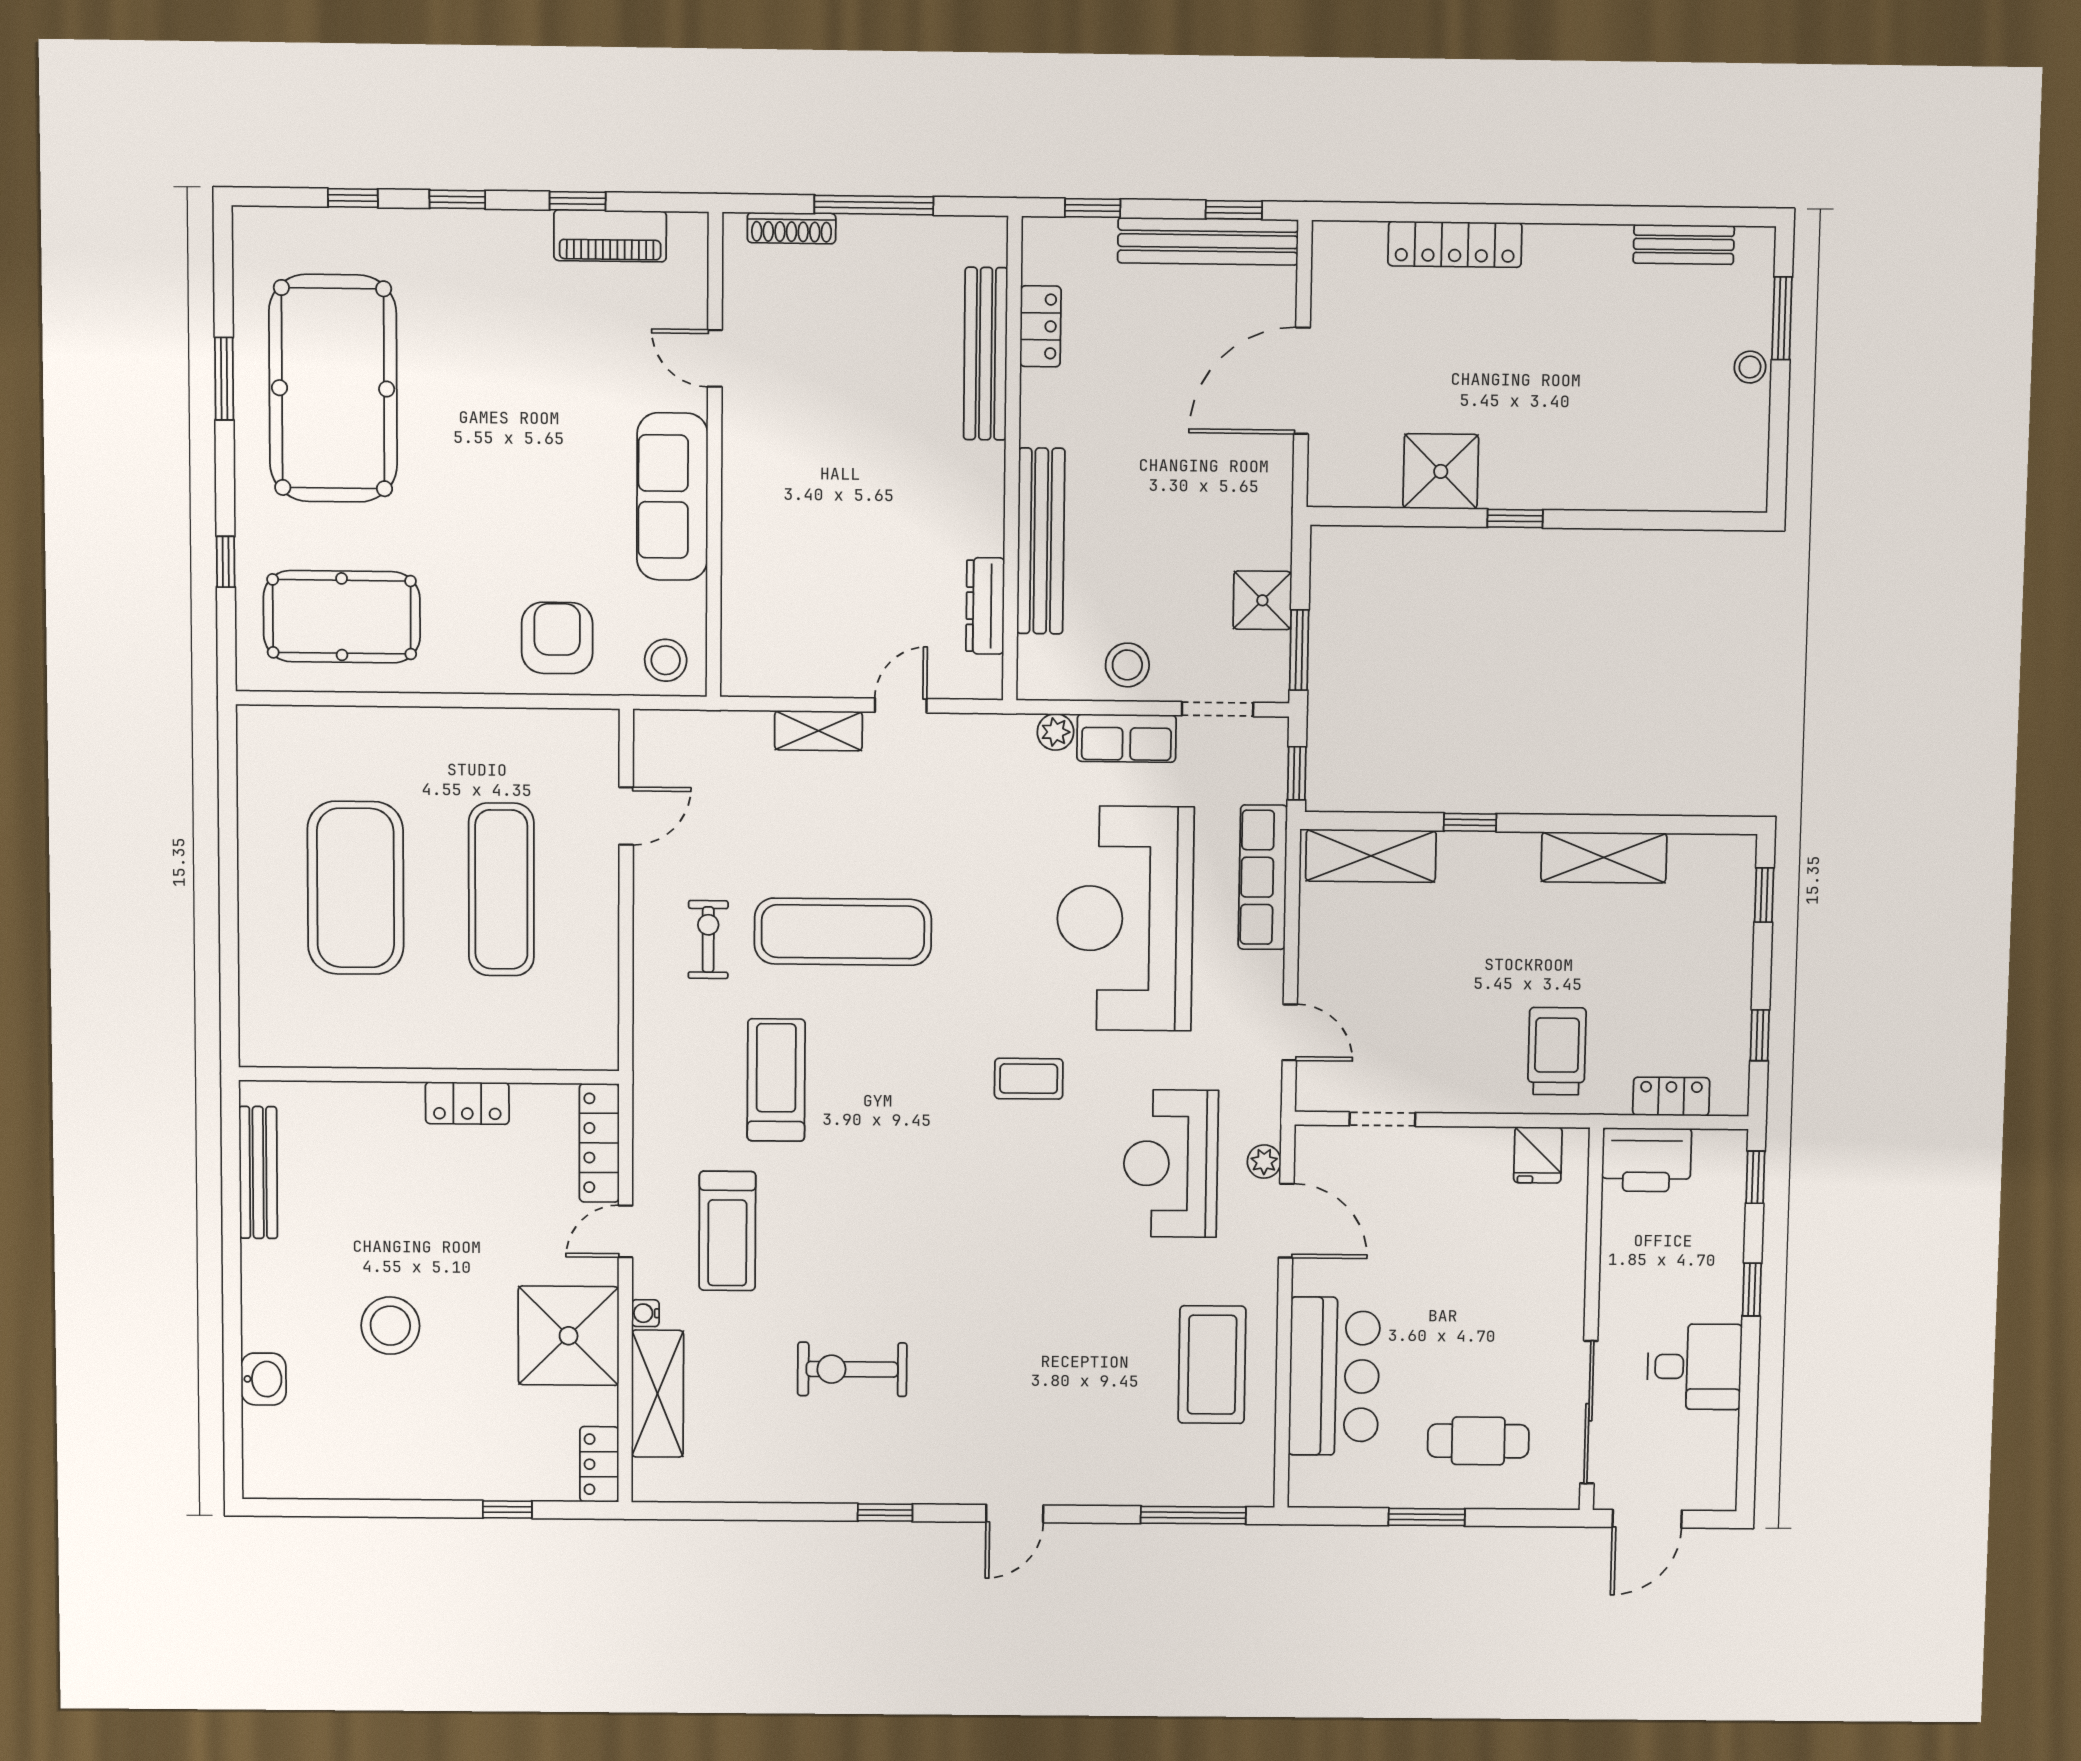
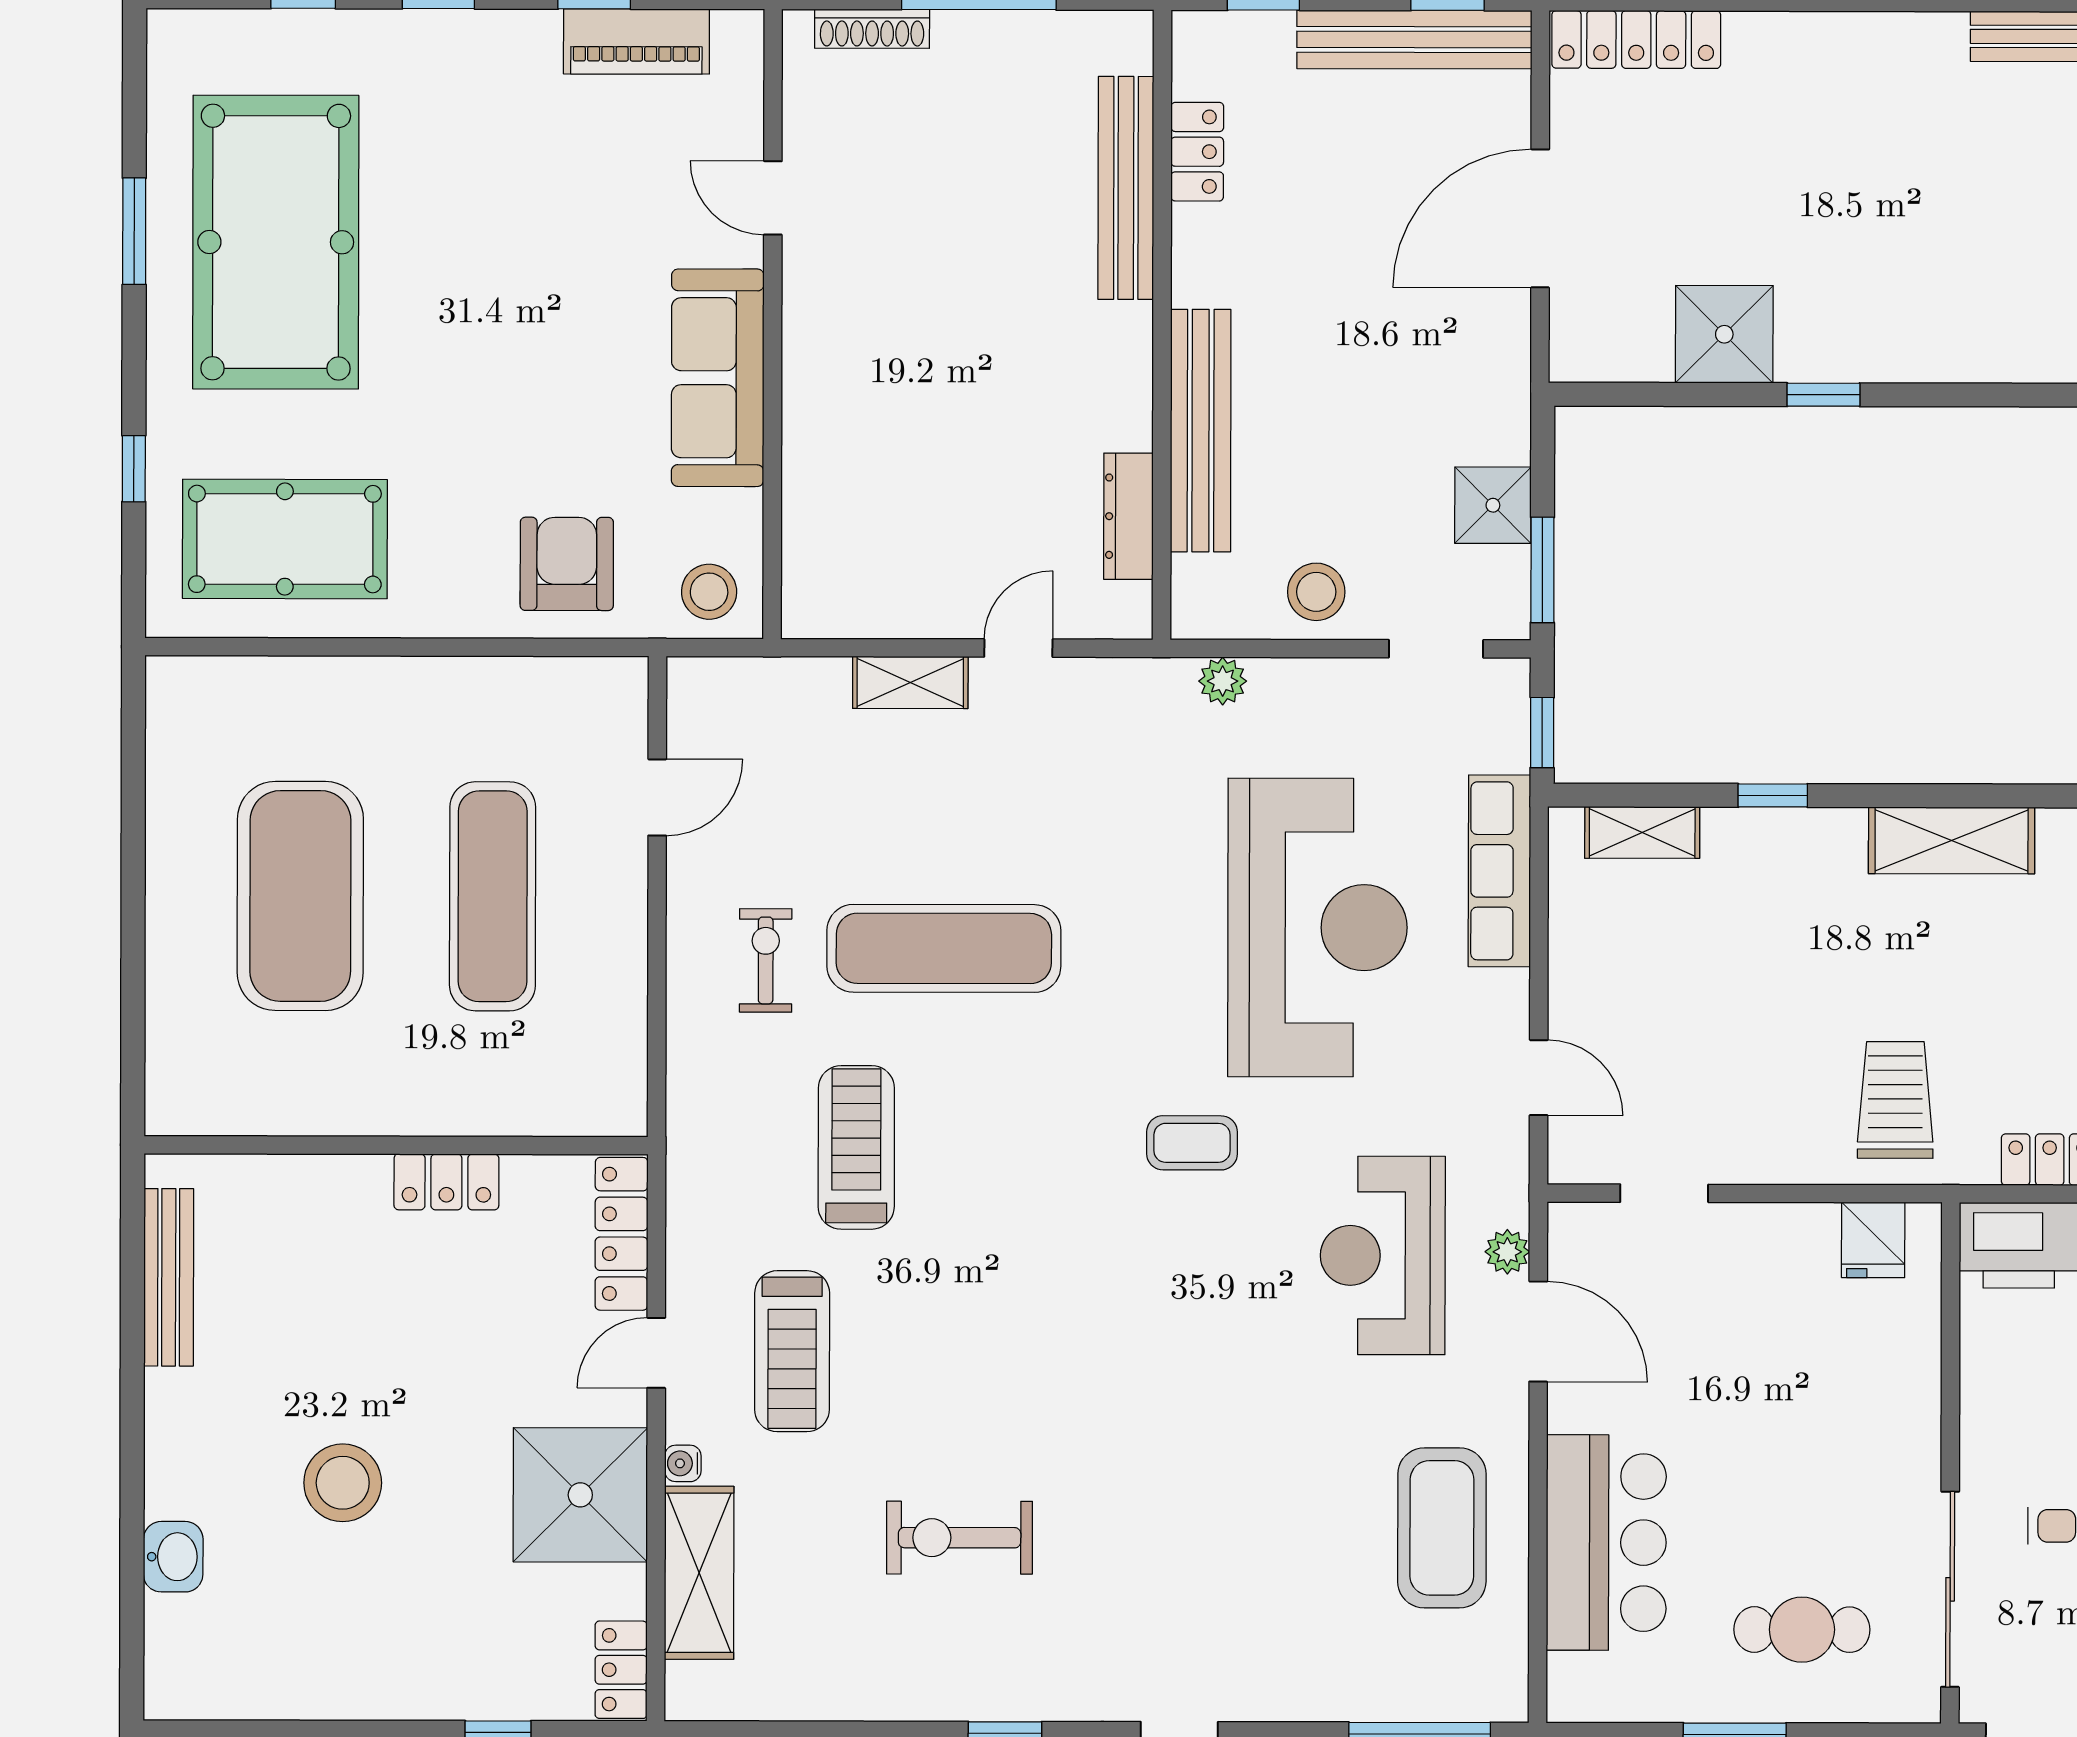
locker: (1455, 244) -> (1636, 39), moved
row of seats: (1126, 738) -> (1316, 688), removed
shelving: (1371, 856) -> (1642, 833), width x0.67, depth x0.75
reception desk: (1125, 919) -> (1317, 928), turned 180

